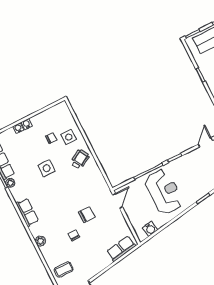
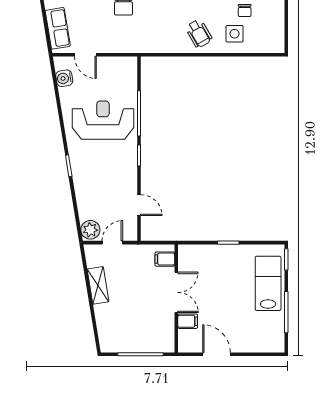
reception desk: (164, 192) -> (103, 120), turned 180
door: (118, 201) -> (85, 55), moved

